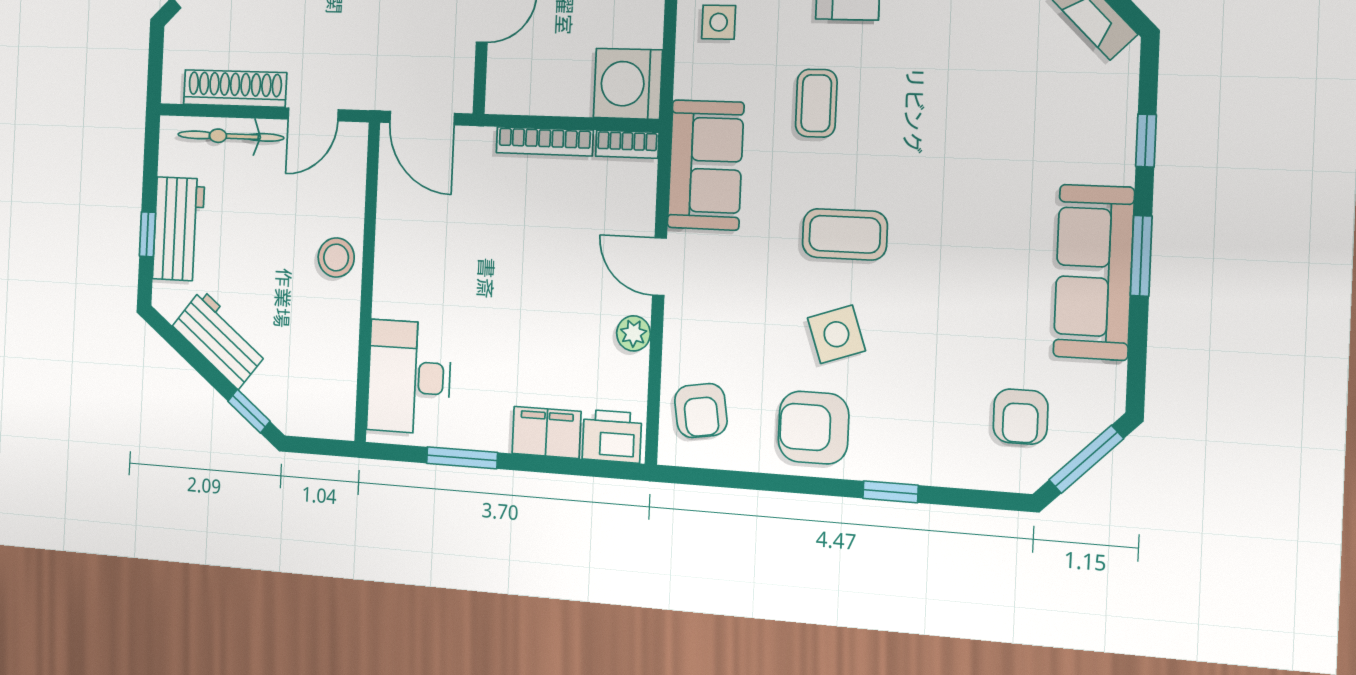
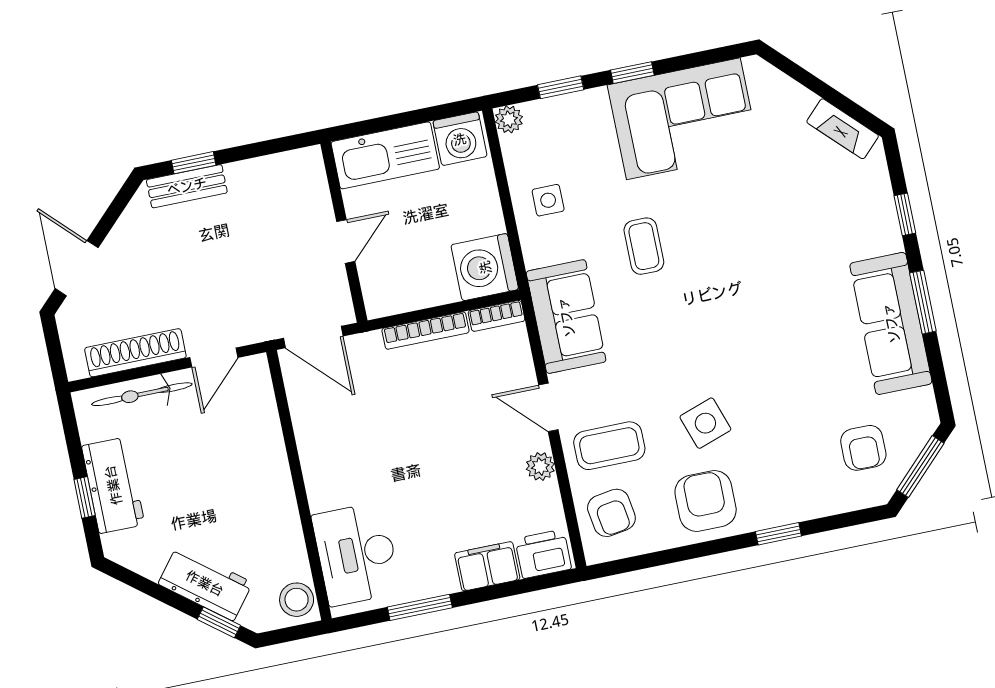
coffee table: (845, 234) -> (609, 446), moved
stool: (336, 257) -> (297, 600), moved
workbench: (220, 339) -> (205, 583), moved
armchair: (813, 428) -> (706, 501), turned 90

